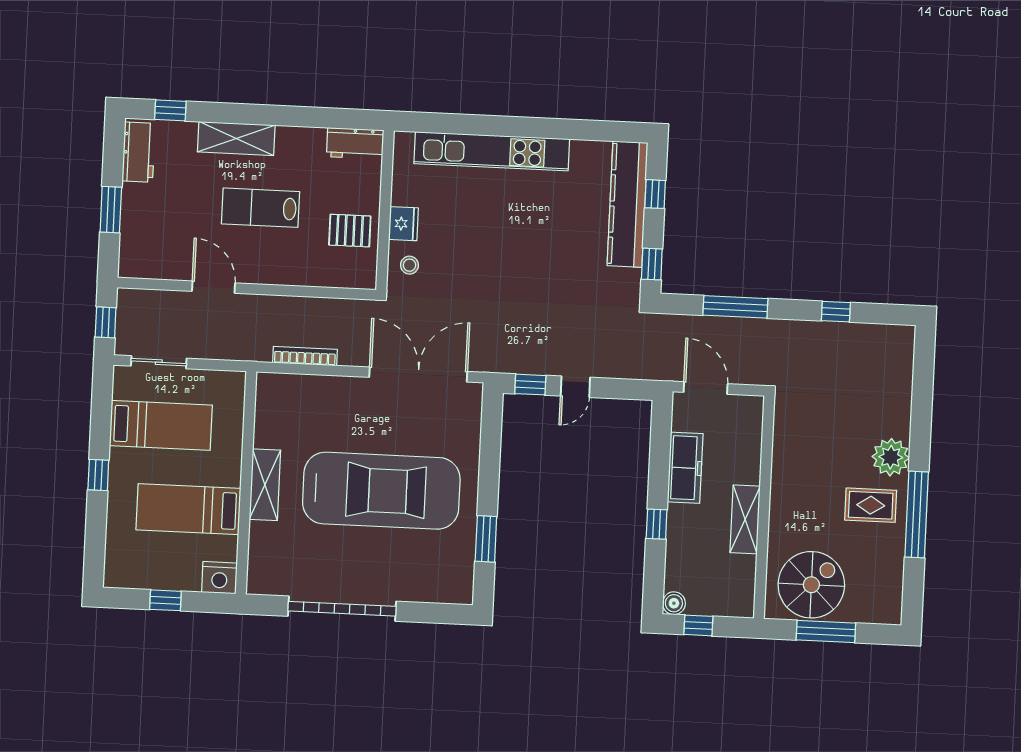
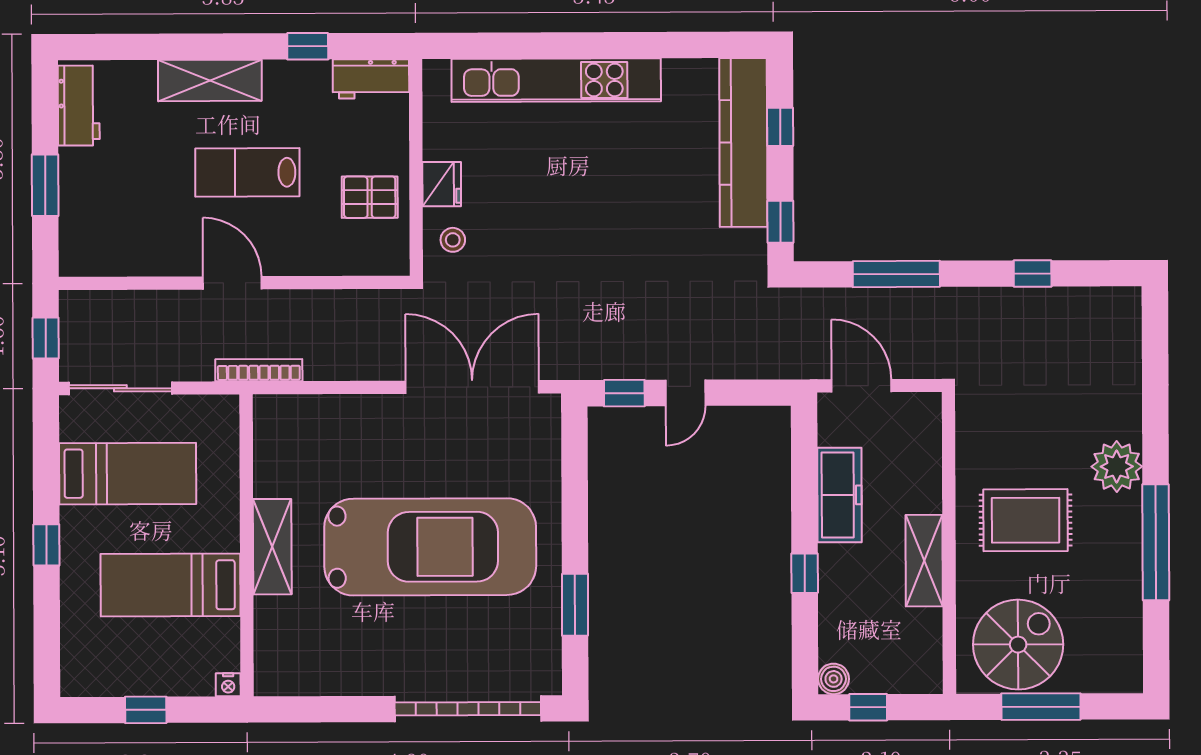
window: (170, 110) -> (308, 46), moved
door: (214, 287) -> (232, 283), moved
bookcase: (305, 356) -> (259, 370), moved
sliding door: (159, 362) -> (120, 388), width x1.37
rug: (871, 505) -> (1026, 520), moved, width x1.36, depth x1.43
nightstand: (219, 578) -> (228, 685), width x0.53, depth x0.56
garage door: (342, 609) -> (468, 709), moved

